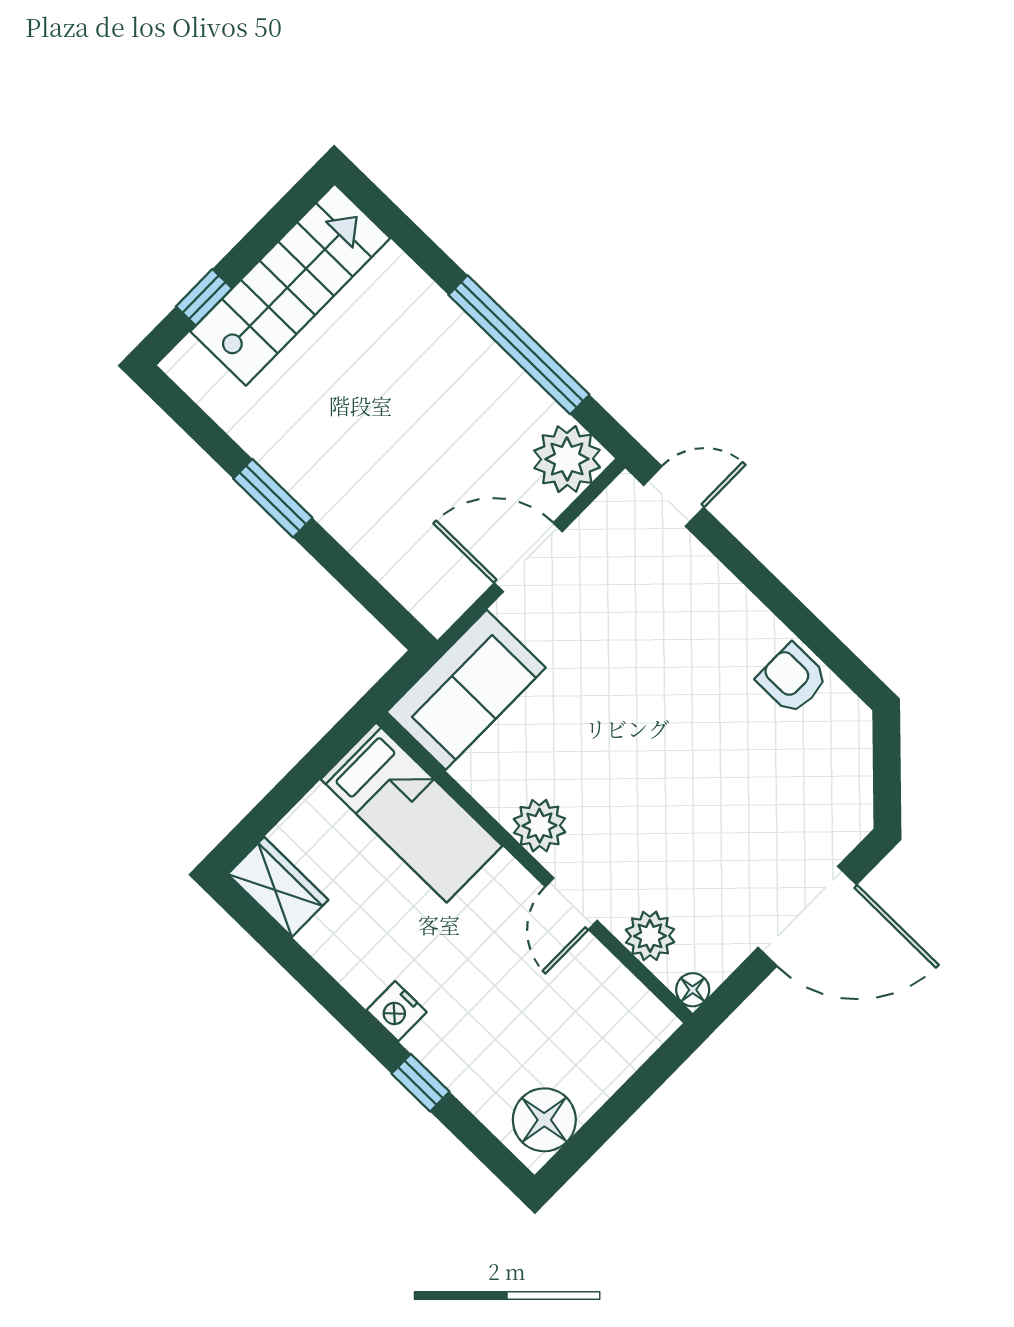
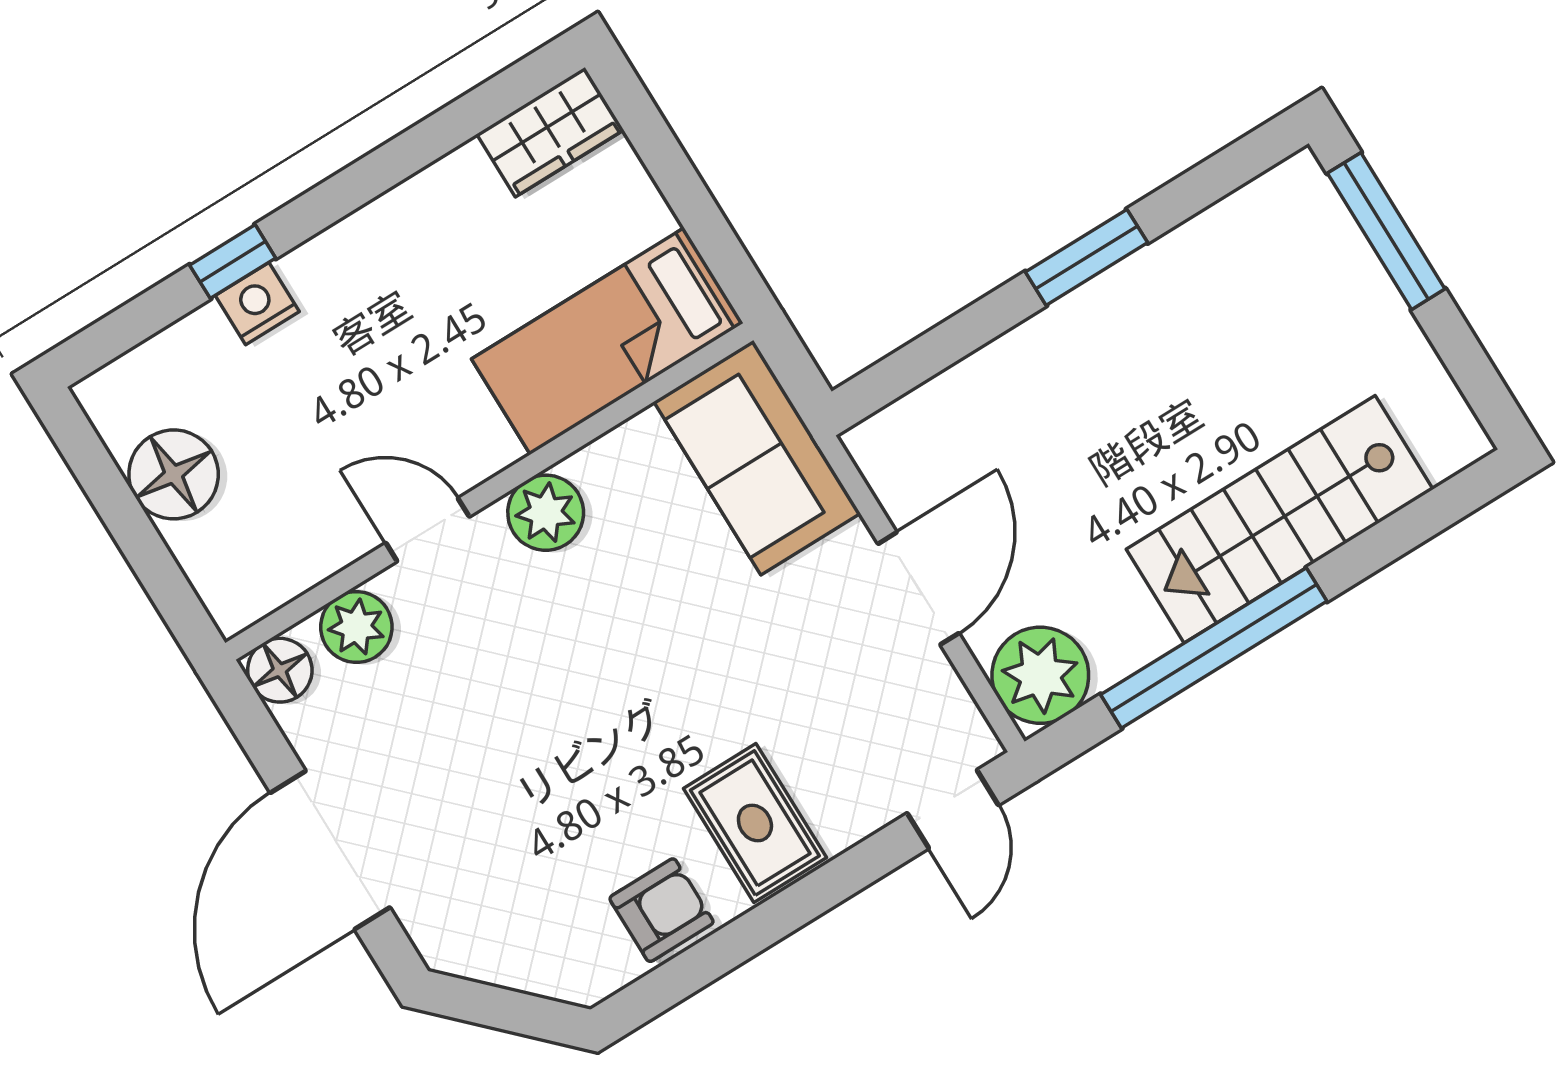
stairs: (290, 285) -> (1280, 519), moved, turned 90
window: (204, 297) -> (1386, 231), width x2.17
rug: (717, 630) -> (755, 823), added
floor lamp: (693, 990) -> (280, 670), width x1.37, depth x1.37
nightstand: (397, 1011) -> (257, 304), moved
floor lamp: (544, 1120) -> (174, 474), moved

